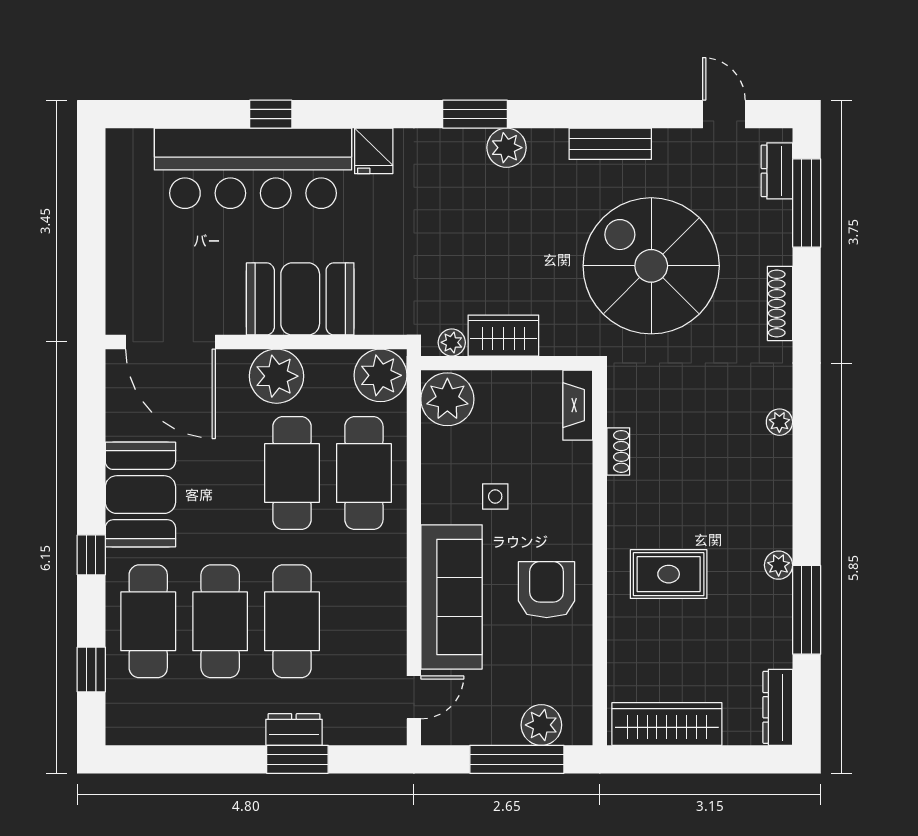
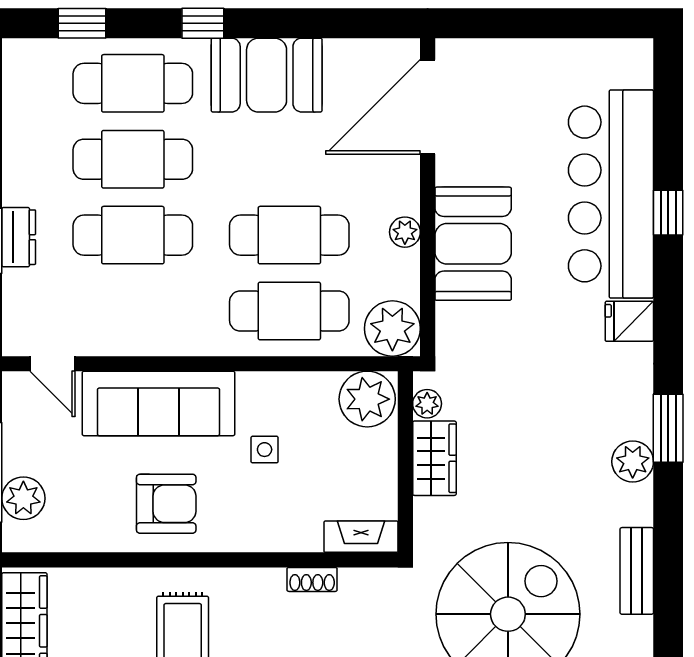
plant: (277, 376) -> (405, 232), width x0.53, depth x0.53

